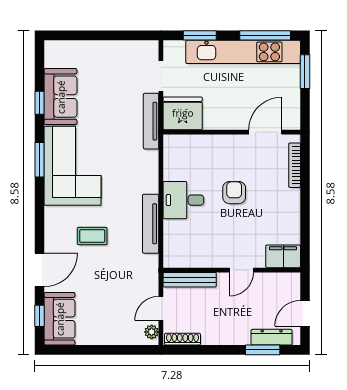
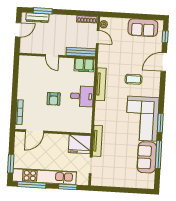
window: (39, 103) -> (159, 155), width x2.17
filing cabinet: (283, 256) -> (84, 65), moved
door: (241, 270) -> (52, 56), swing flipped
door: (161, 308) -> (98, 37), hinge flipped
sofa: (60, 319) -> (143, 28), moved, turned -90

